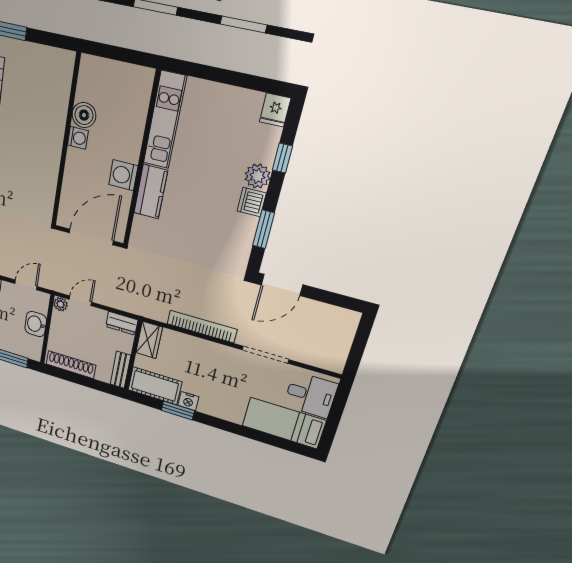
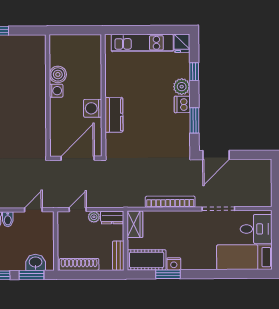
kitchen unit: (165, 120) -> (142, 43), moved, turned 90
plant: (60, 304) -> (94, 217), moved
washbasin: (36, 324) -> (36, 262), moved, turned 90

